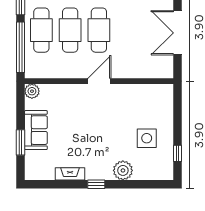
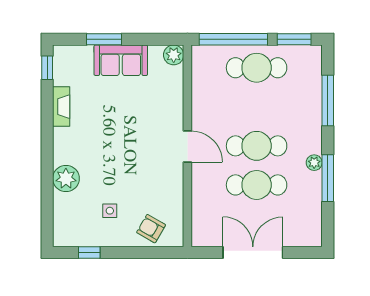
cafe table: (70, 30) -> (257, 185), moved
armchair: (160, 108) -> (151, 229), added
side table: (147, 138) -> (110, 211), width x0.54, depth x0.54
window: (96, 184) -> (47, 68), moved

